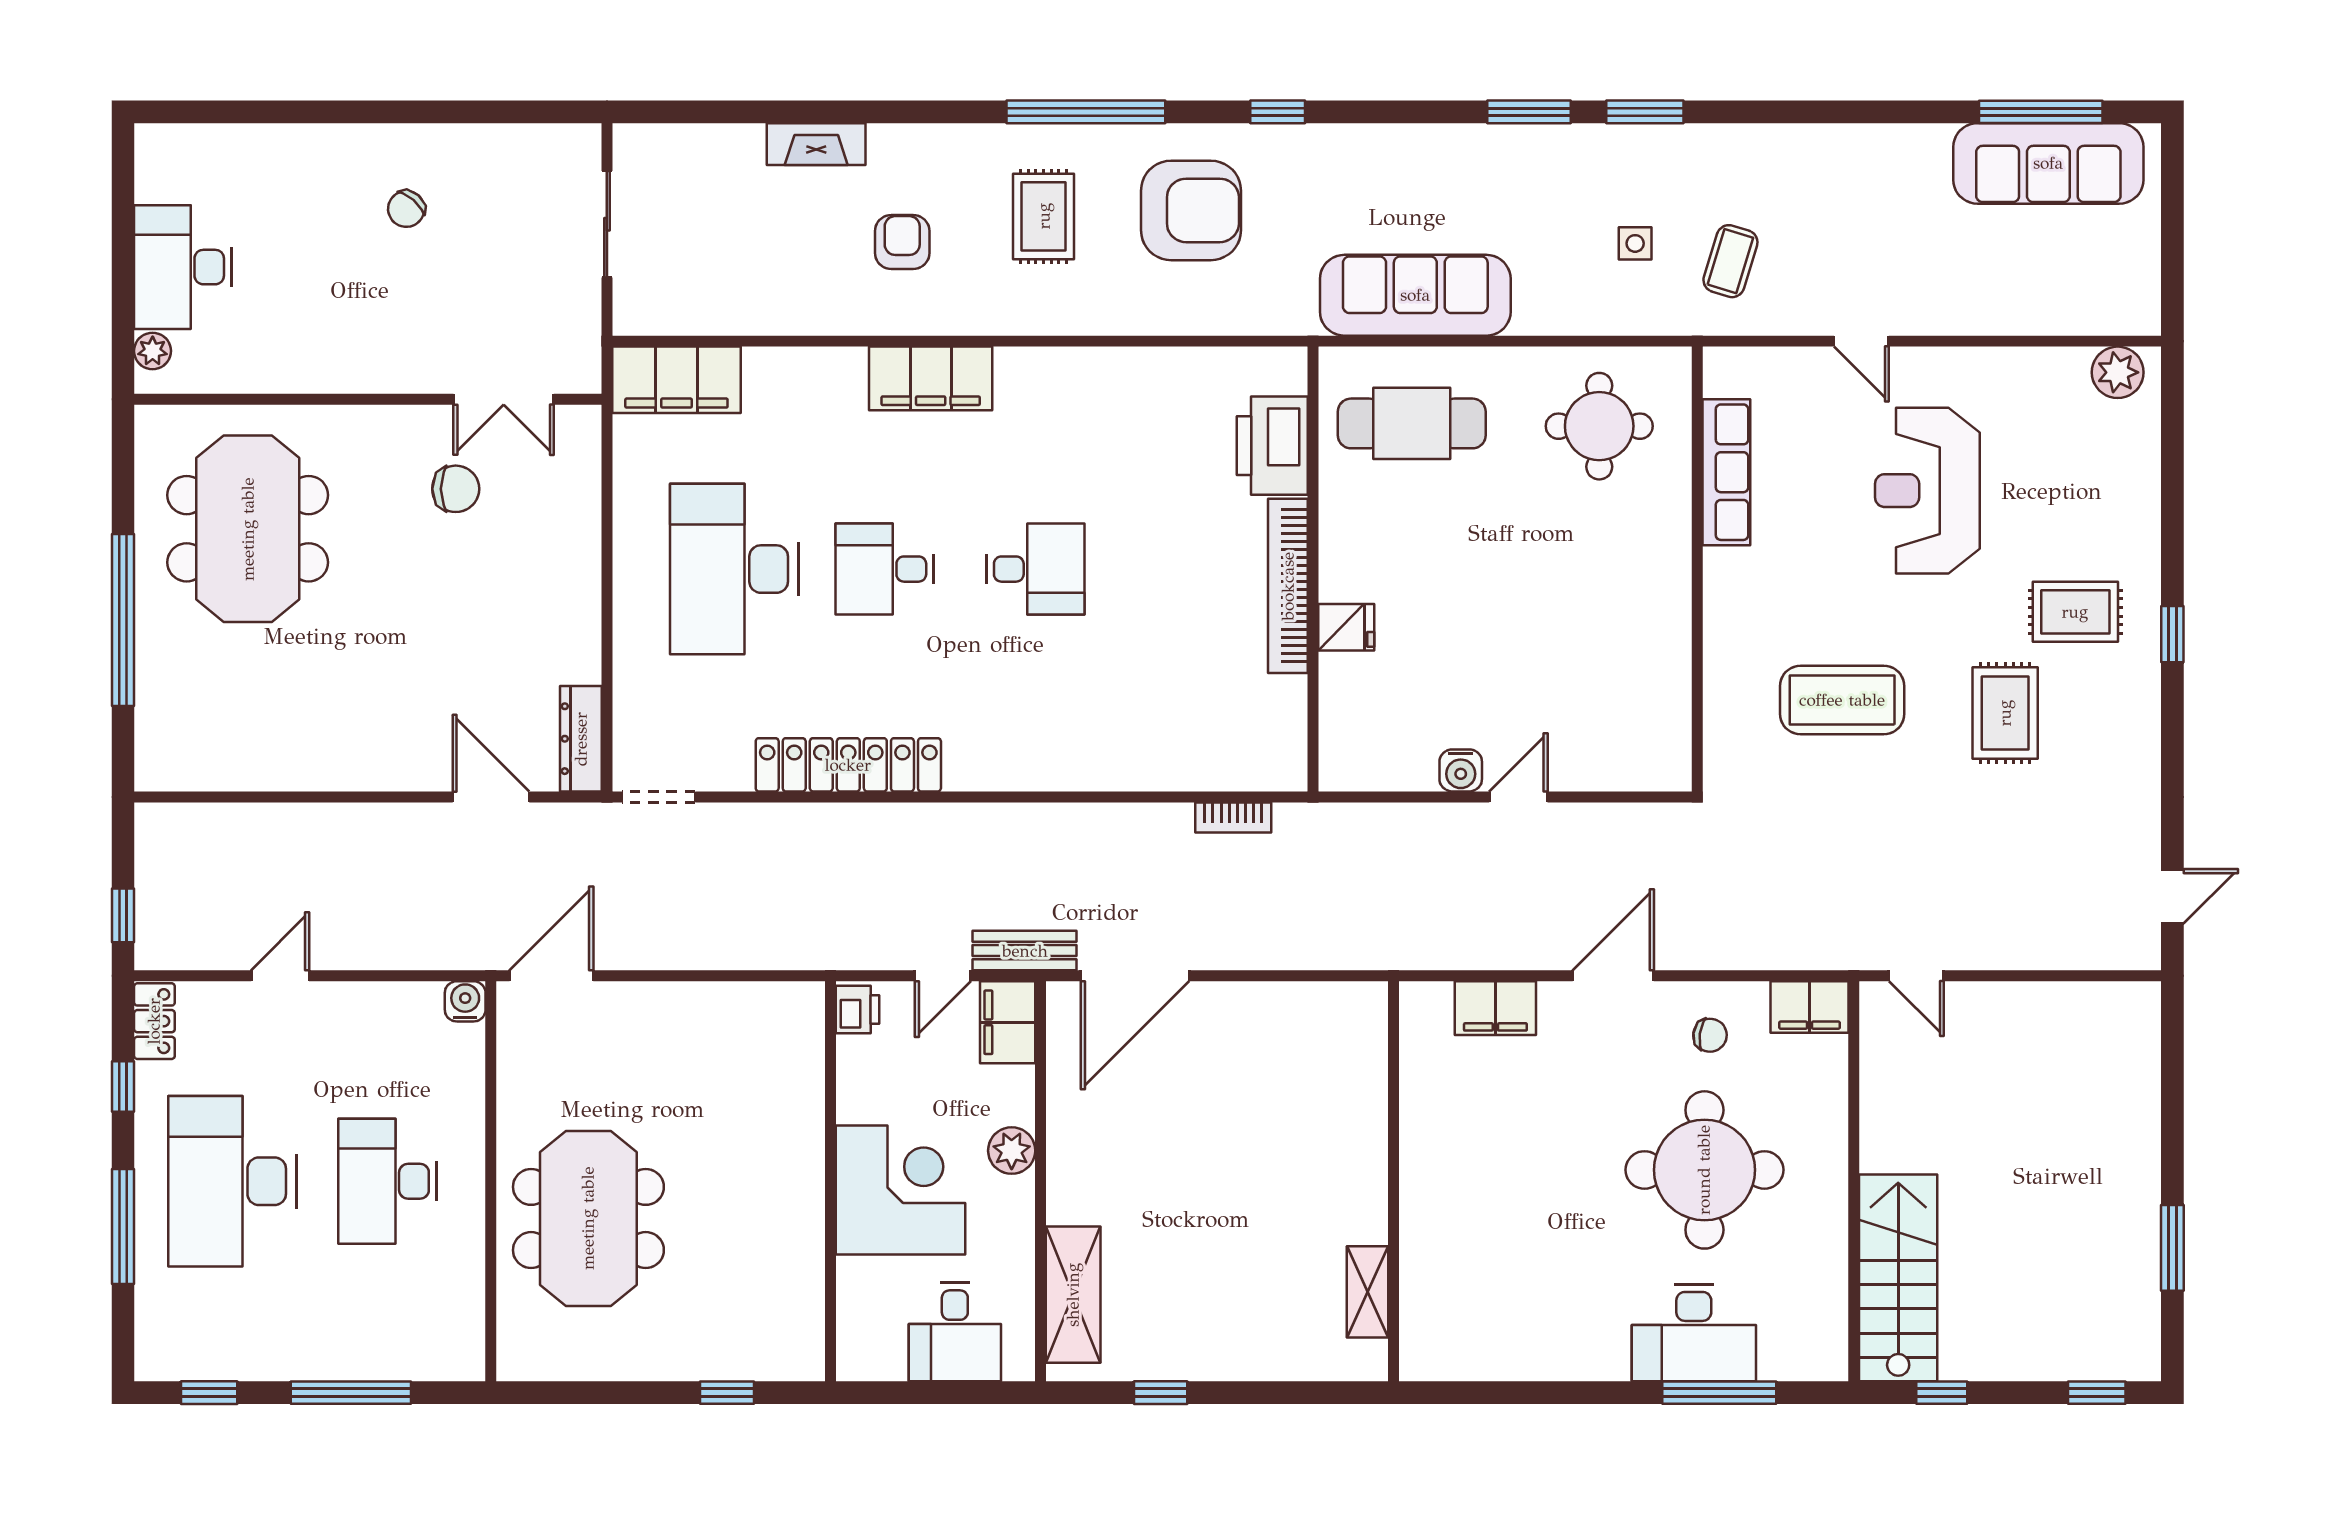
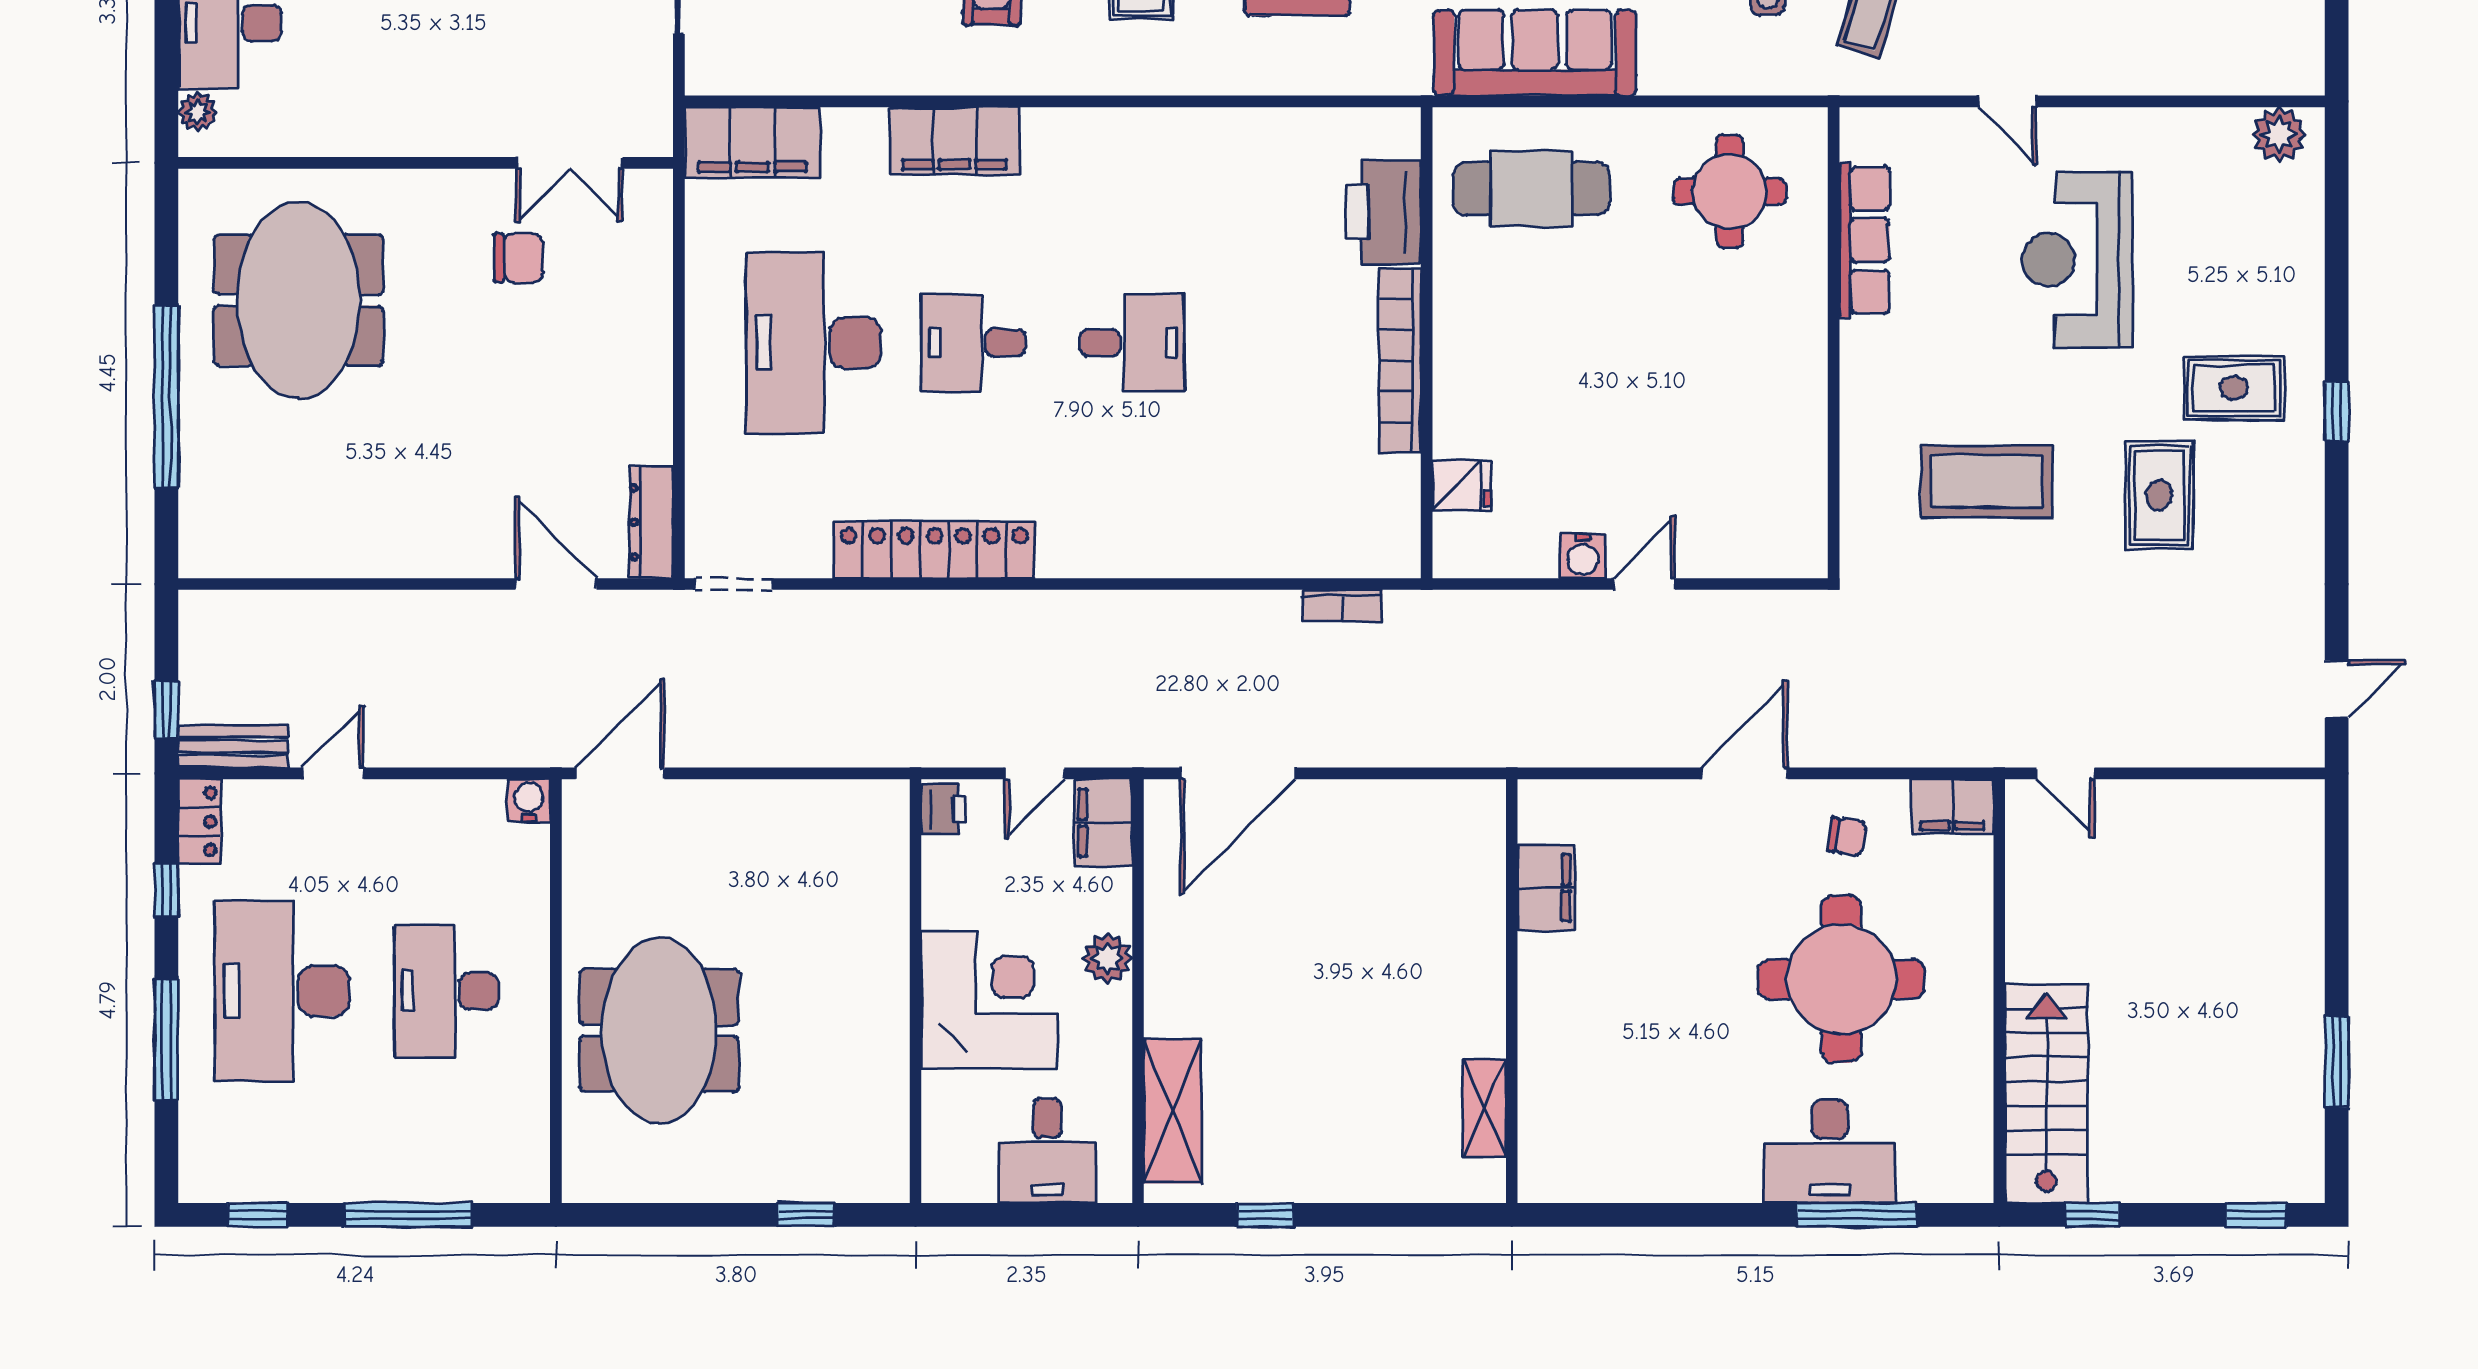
filing cabinet: (931, 378) -> (955, 141), moved
fridge: (1346, 627) -> (1462, 485), moved
bench: (1025, 951) -> (233, 747), moved
filing cabinet: (1495, 1008) -> (1546, 888), moved, turned -90

